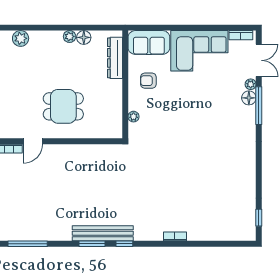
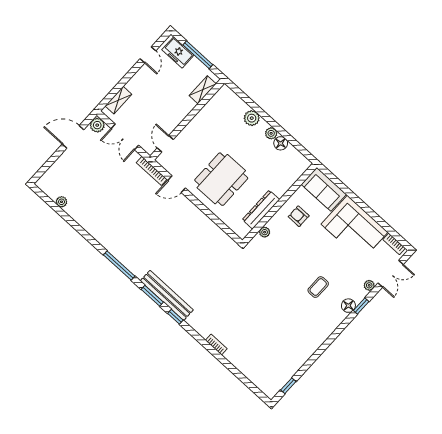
plant: (21, 38) -> (252, 118), moved
dresser: (115, 58) -> (261, 210), moved
floor lamp: (249, 98) -> (348, 306), moved
dining table: (63, 106) -> (221, 179), width x1.37
window: (259, 106) -> (361, 306), width x0.46
coffee table: (213, 121) -> (318, 287), added
window: (28, 244) -> (119, 265), moved

